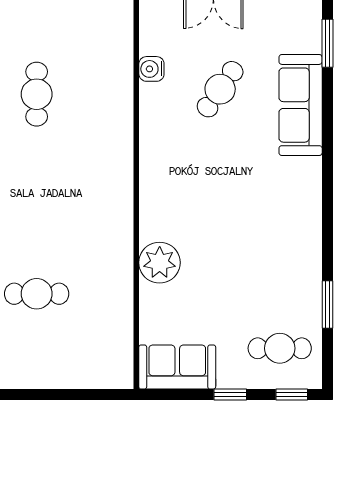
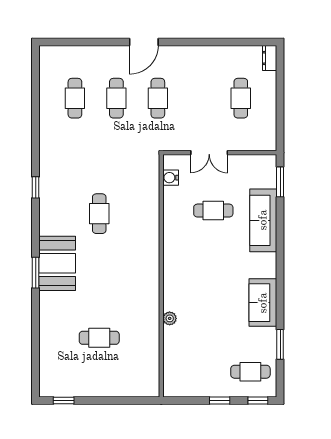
water cooler: (151, 69) -> (171, 178), moved
cafe table: (220, 89) -> (213, 211), turned 55
plant: (160, 263) -> (170, 318), width x0.53, depth x0.53
sofa: (177, 367) -> (263, 303), moved, turned -90

